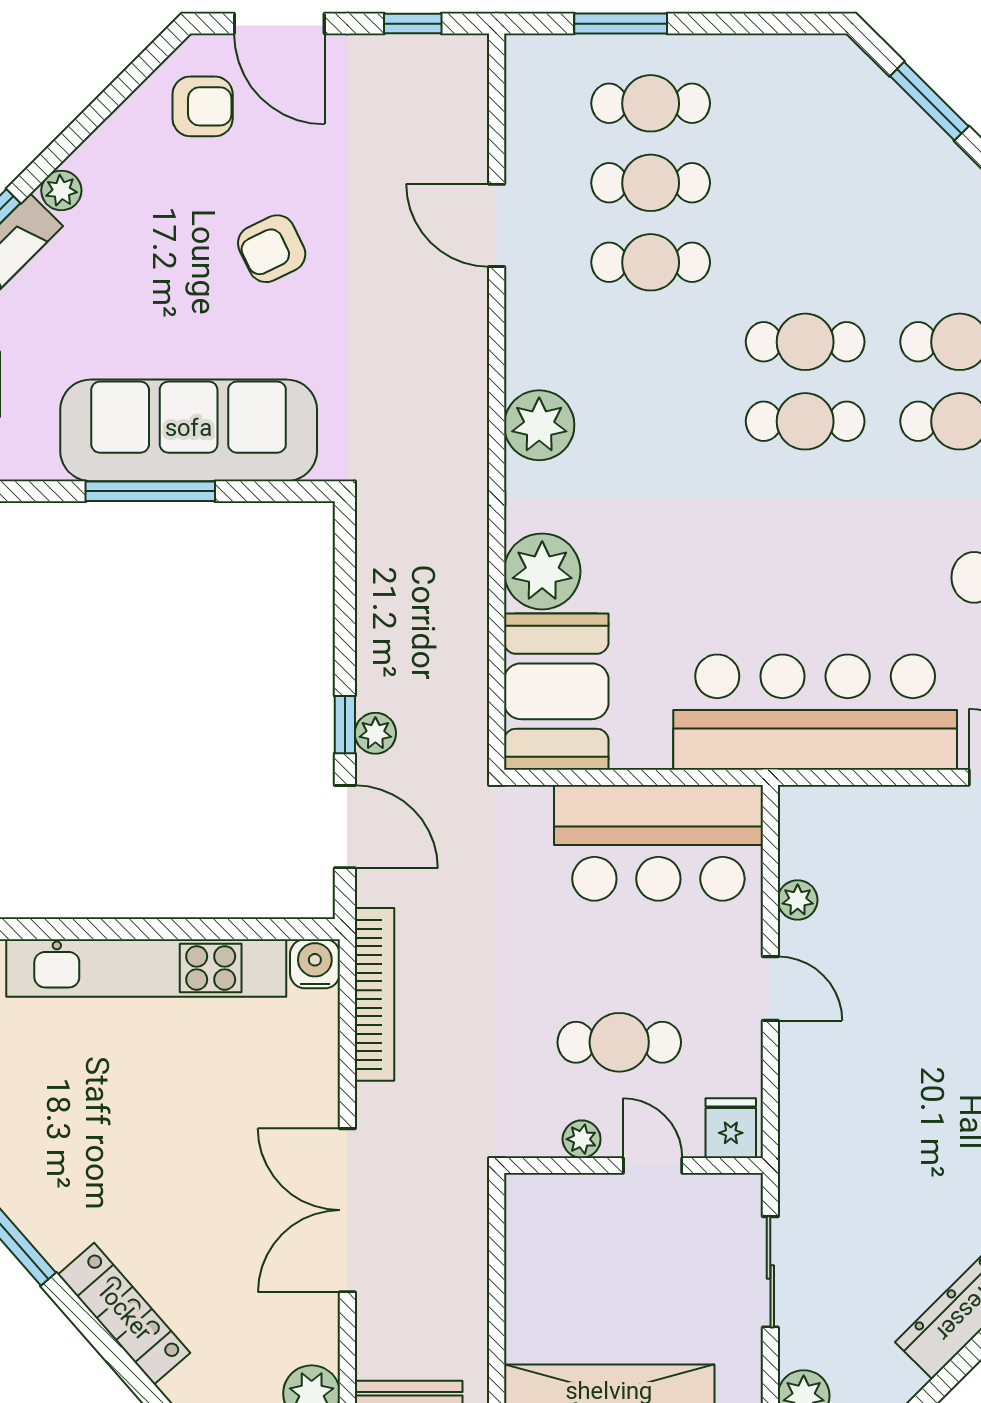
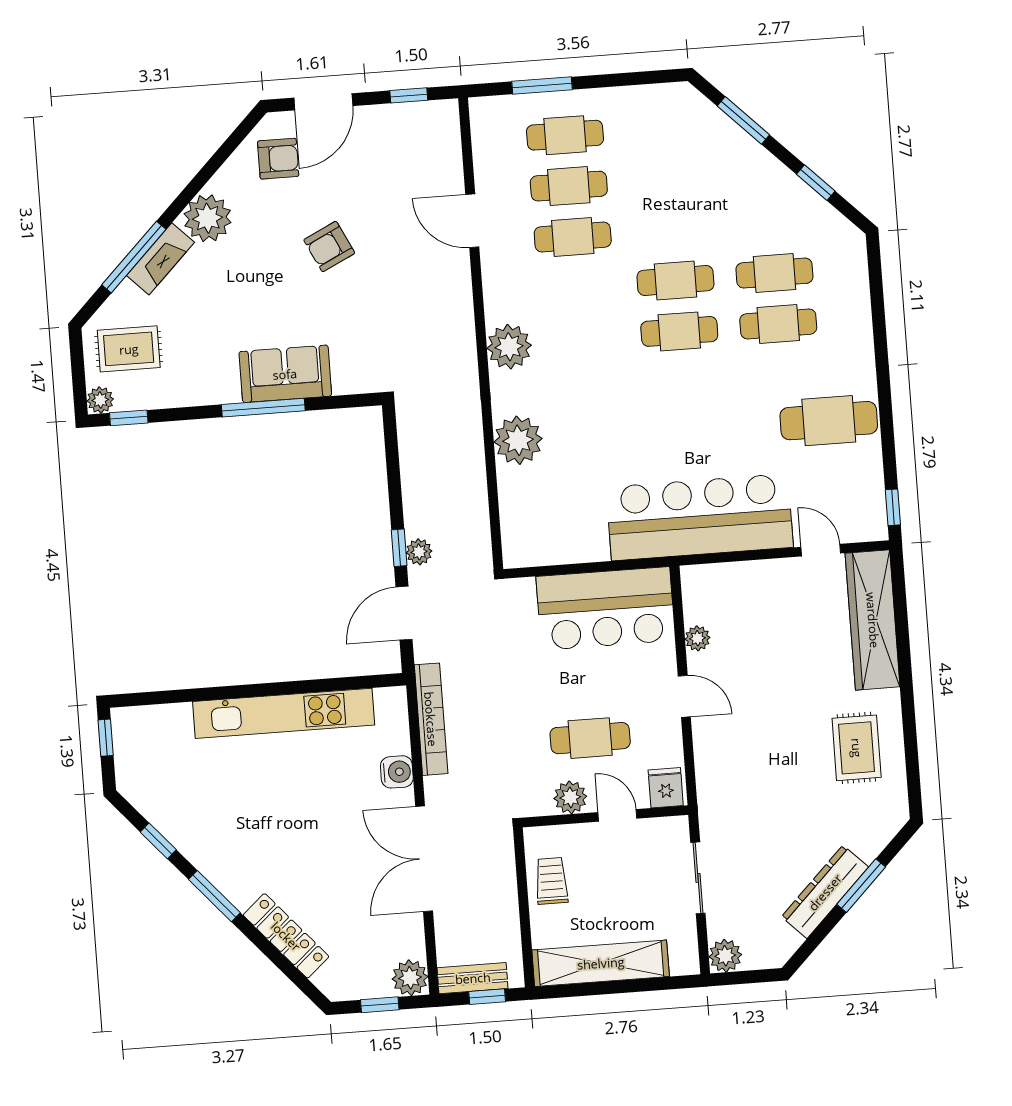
door: (279, 24) -> (323, 102), hinge flipped
plant: (61, 190) -> (208, 218), width x1.88, depth x1.88
sofa: (189, 430) -> (285, 374), width x0.54, depth x0.79
booth: (556, 691) -> (533, 516), removed
door: (345, 827) -> (404, 613), swing flipped
water cooler: (315, 964) -> (397, 772), moved, turned 90
plant: (582, 1139) -> (570, 797), width x1.38, depth x1.38
trolley: (543, 1260) -> (551, 881), added

